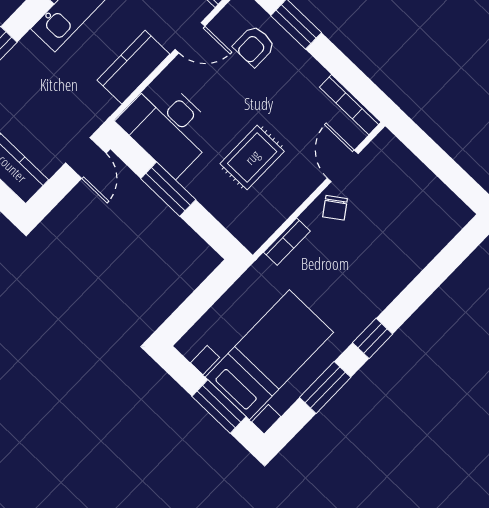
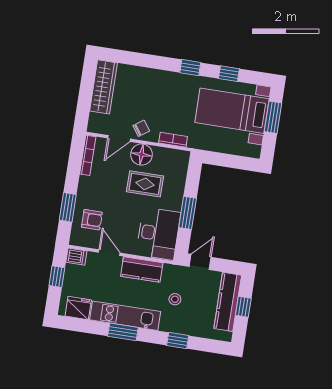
stool: (58, 85) -> (175, 299), added
floor lamp: (297, 182) -> (141, 155), added
wardrobe: (432, 195) -> (104, 87), added
window: (325, 387) -> (229, 74), width x0.67

